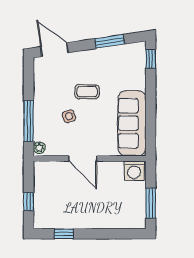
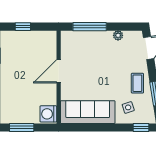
coffee table: (87, 92) -> (137, 83), moved
side table: (69, 116) -> (128, 107), moved
plant: (39, 148) -> (118, 35), moved

